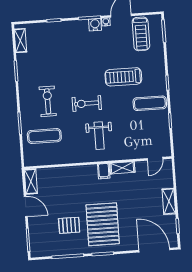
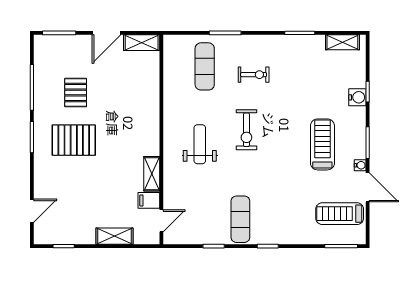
water cooler: (95, 25) -> (357, 97), moved
treadmill: (123, 77) -> (322, 144), moved
exercise bike: (48, 101) -> (254, 75), width x0.73, depth x0.72
exercise bike: (87, 103) -> (246, 130), turned 180
weight bench: (99, 136) -> (200, 144), turned 90
door: (155, 159) -> (161, 221), swing flipped
filing cabinet: (104, 171) -> (149, 200), moved
shelving: (169, 201) -> (115, 236), moved
pallet: (103, 224) -> (74, 140), width x0.73, depth x0.71
door: (154, 250) -> (32, 211), width x0.53

